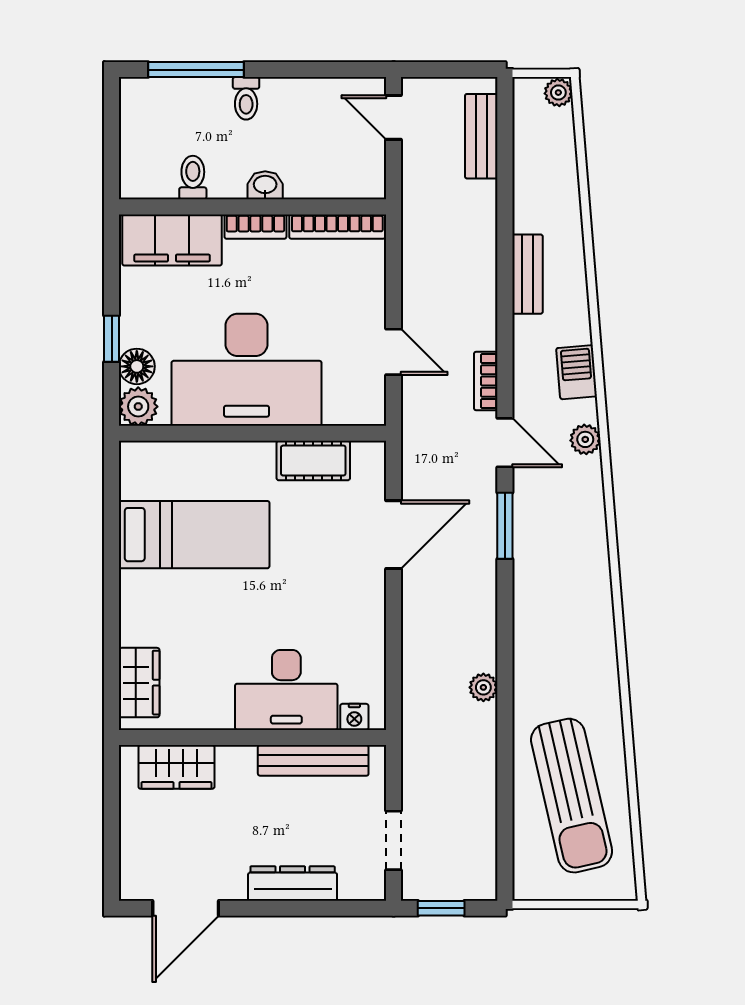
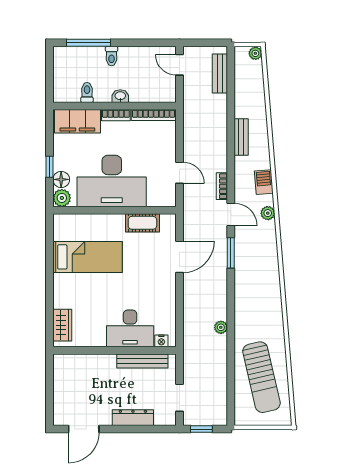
wardrobe: (176, 767) -> (79, 364), removed

